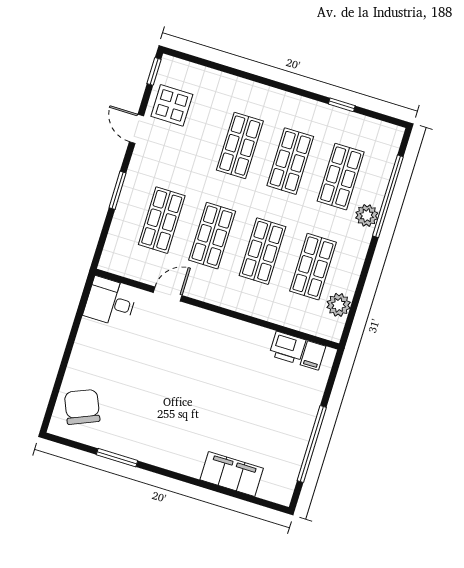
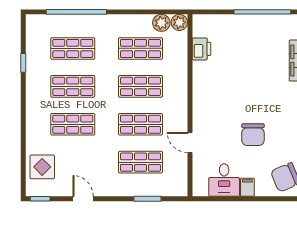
display table: (172, 105) -> (42, 167), moved
door: (136, 129) -> (83, 199), swing flipped
window: (117, 190) -> (148, 199), moved
plant: (367, 215) -> (179, 22), moved
desk: (110, 302) -> (224, 180), moved
filing cabinet: (313, 355) -> (247, 187), moved, turned -90
chair: (152, 381) -> (253, 135), added

